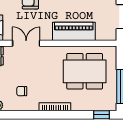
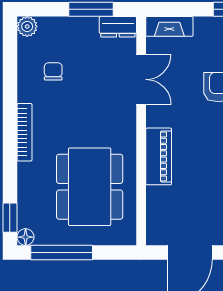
piano: (74, 31) -> (159, 156), width x0.73, depth x0.75
floor lamp: (112, 106) -> (26, 237), added

